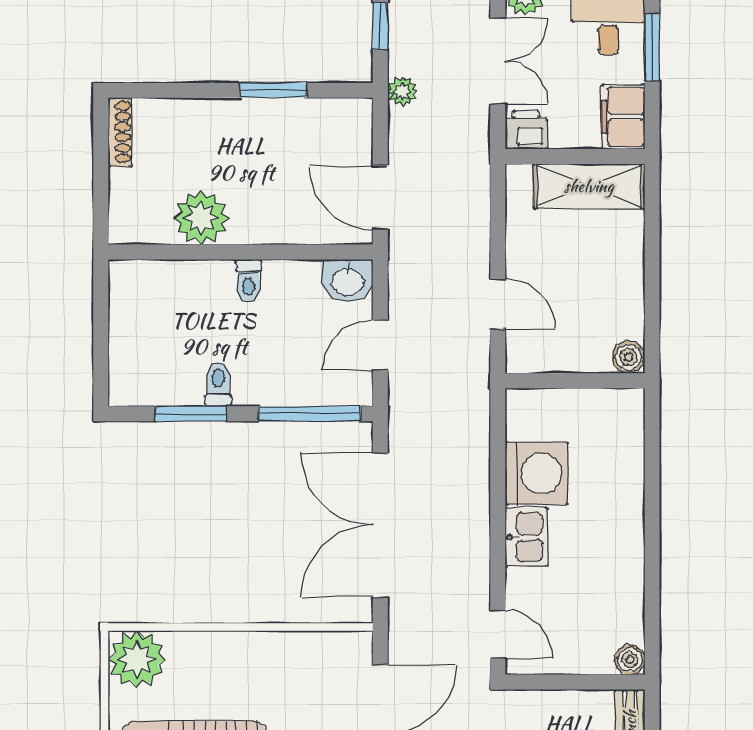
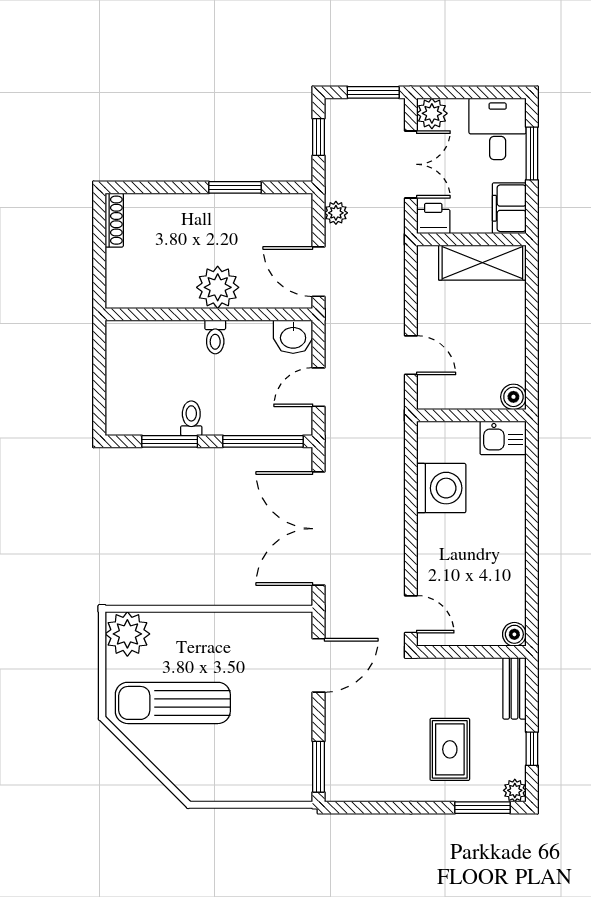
plant: (402, 91) -> (336, 213), moved
plant: (201, 218) -> (218, 287), moved
kitchen sink: (526, 537) -> (503, 438), moved, turned 90

